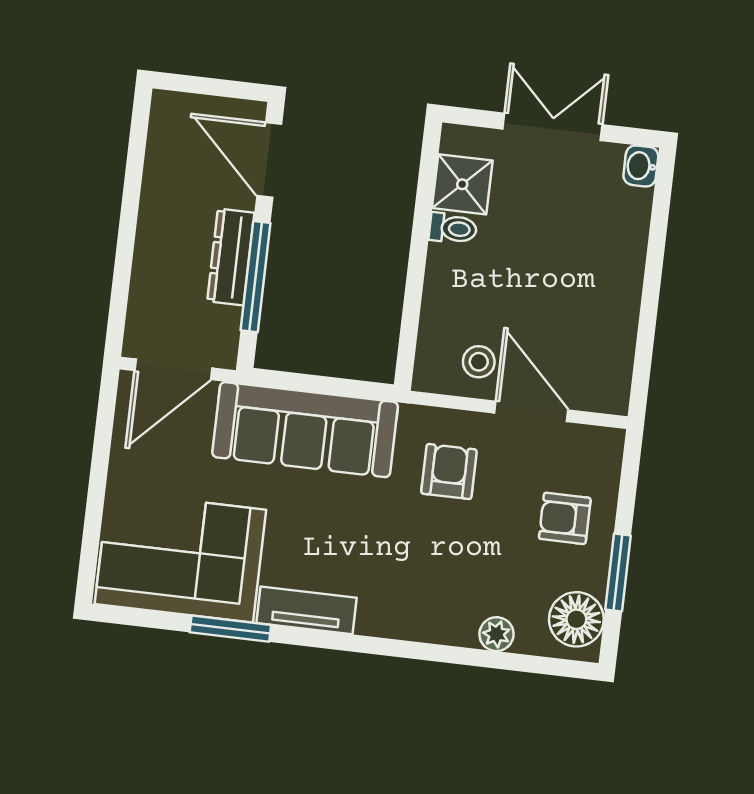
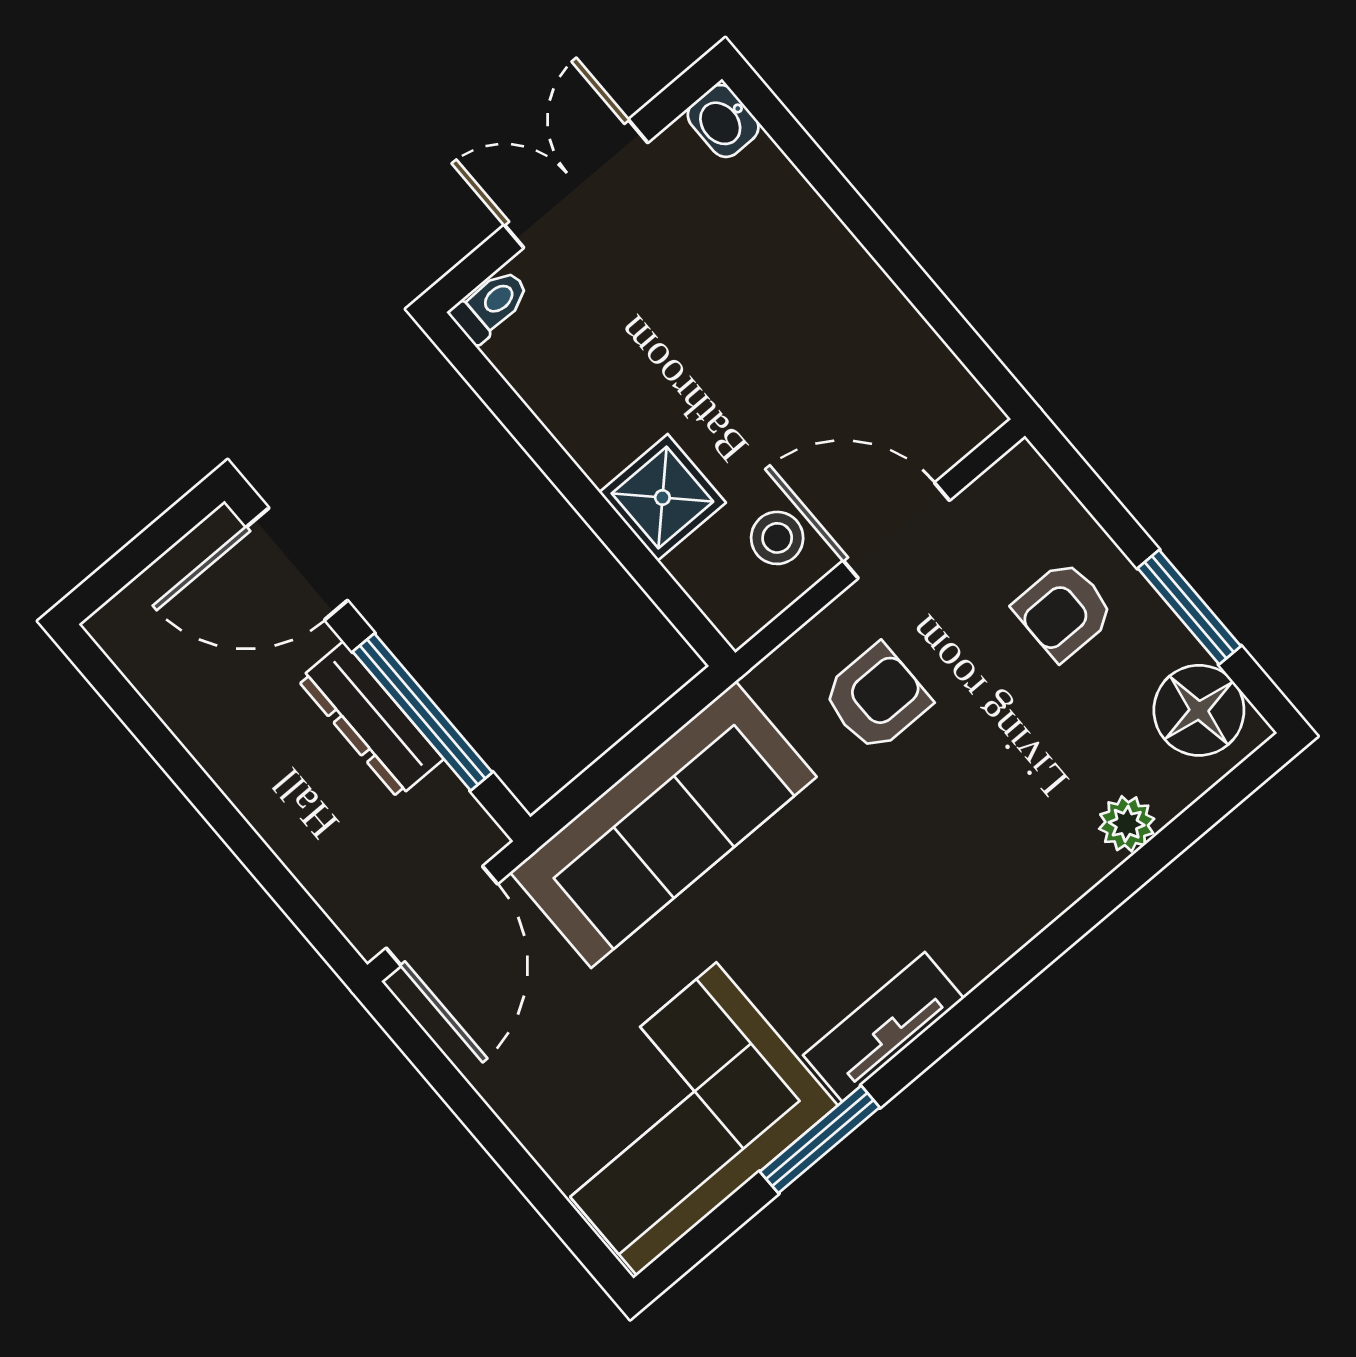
shower: (462, 184) -> (662, 497), moved
toilet: (453, 228) -> (491, 306), moved
armchair: (449, 472) -> (876, 698), turned 90

